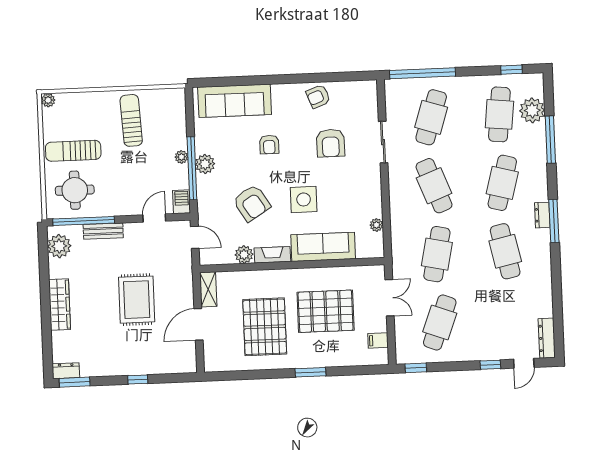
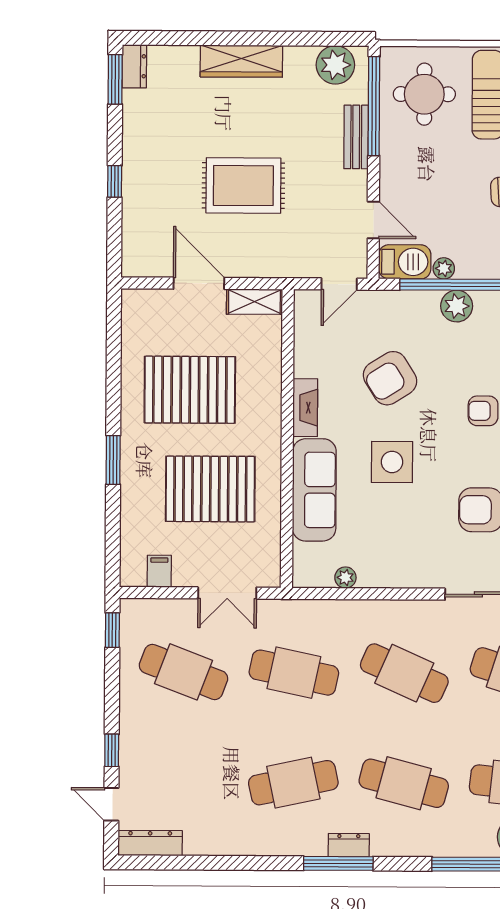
plant: (181, 157) -> (444, 268), moved
cafe table: (434, 186) -> (404, 673), turned 45
barbecue: (182, 202) -> (405, 262), width x1.38, depth x1.27
plant: (244, 255) -> (308, 362), removed
pallet: (326, 311) -> (210, 489), turned 90

